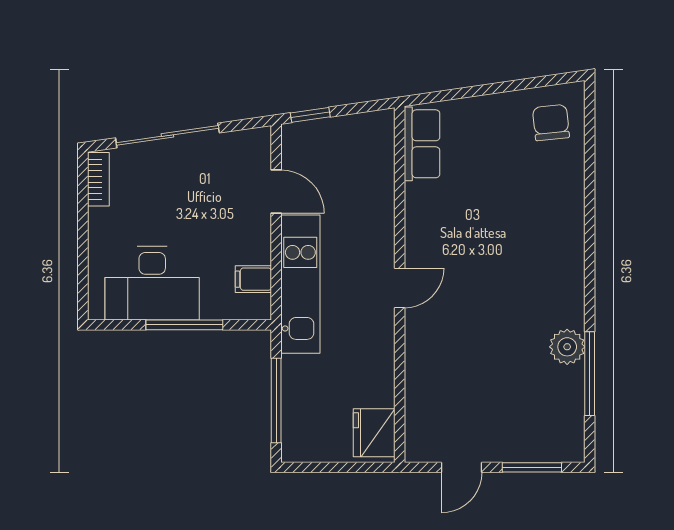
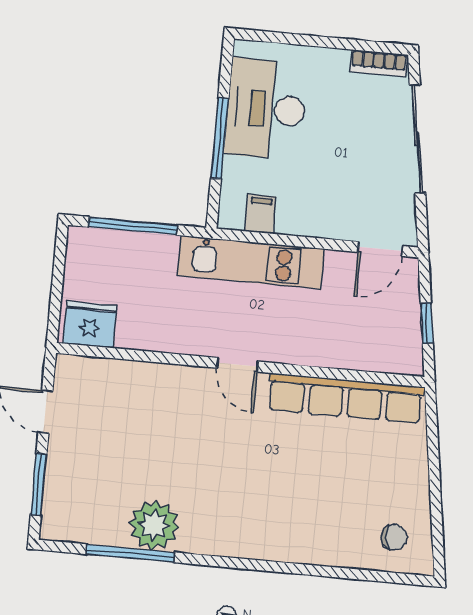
window: (310, 115) -> (427, 323), moved
chair: (551, 123) -> (394, 537), width x0.73, depth x0.73
row of seats: (422, 144) -> (345, 398), width x2.02
door: (276, 192) -> (380, 249), moved
plant: (567, 347) -> (154, 525), width x1.36, depth x1.36

